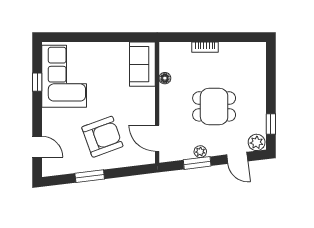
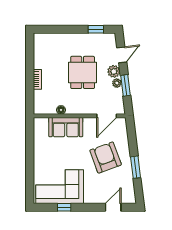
sofa: (142, 64) -> (66, 127), moved
plant: (257, 142) -> (114, 71), moved

